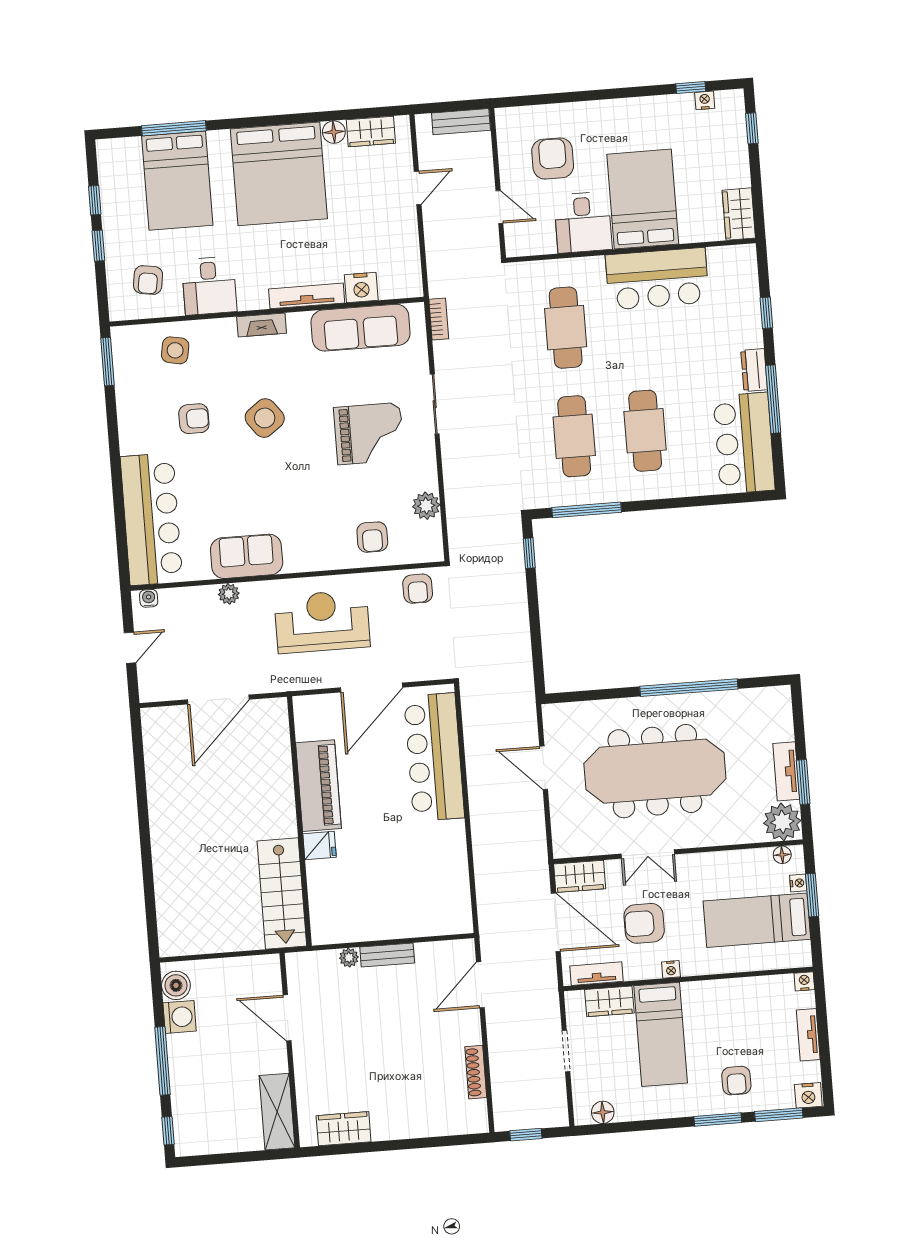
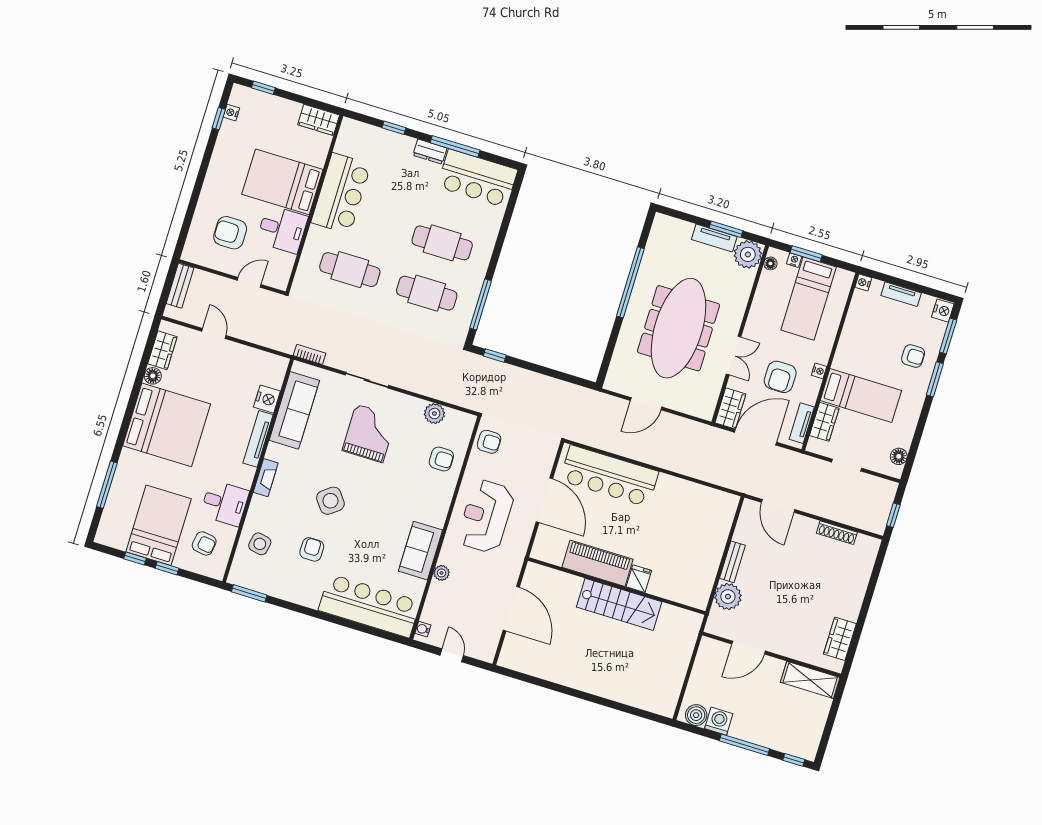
bed: (177, 181) -> (159, 525), moved, turned -90
stairs: (282, 894) -> (619, 604), moved
plant: (349, 958) -> (728, 597), width x1.87, depth x1.87

